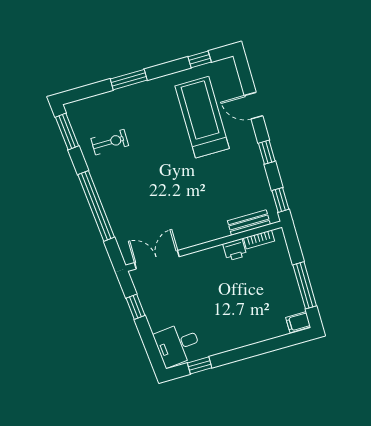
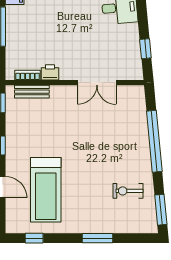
double door: (157, 260) -> (97, 83), moved

